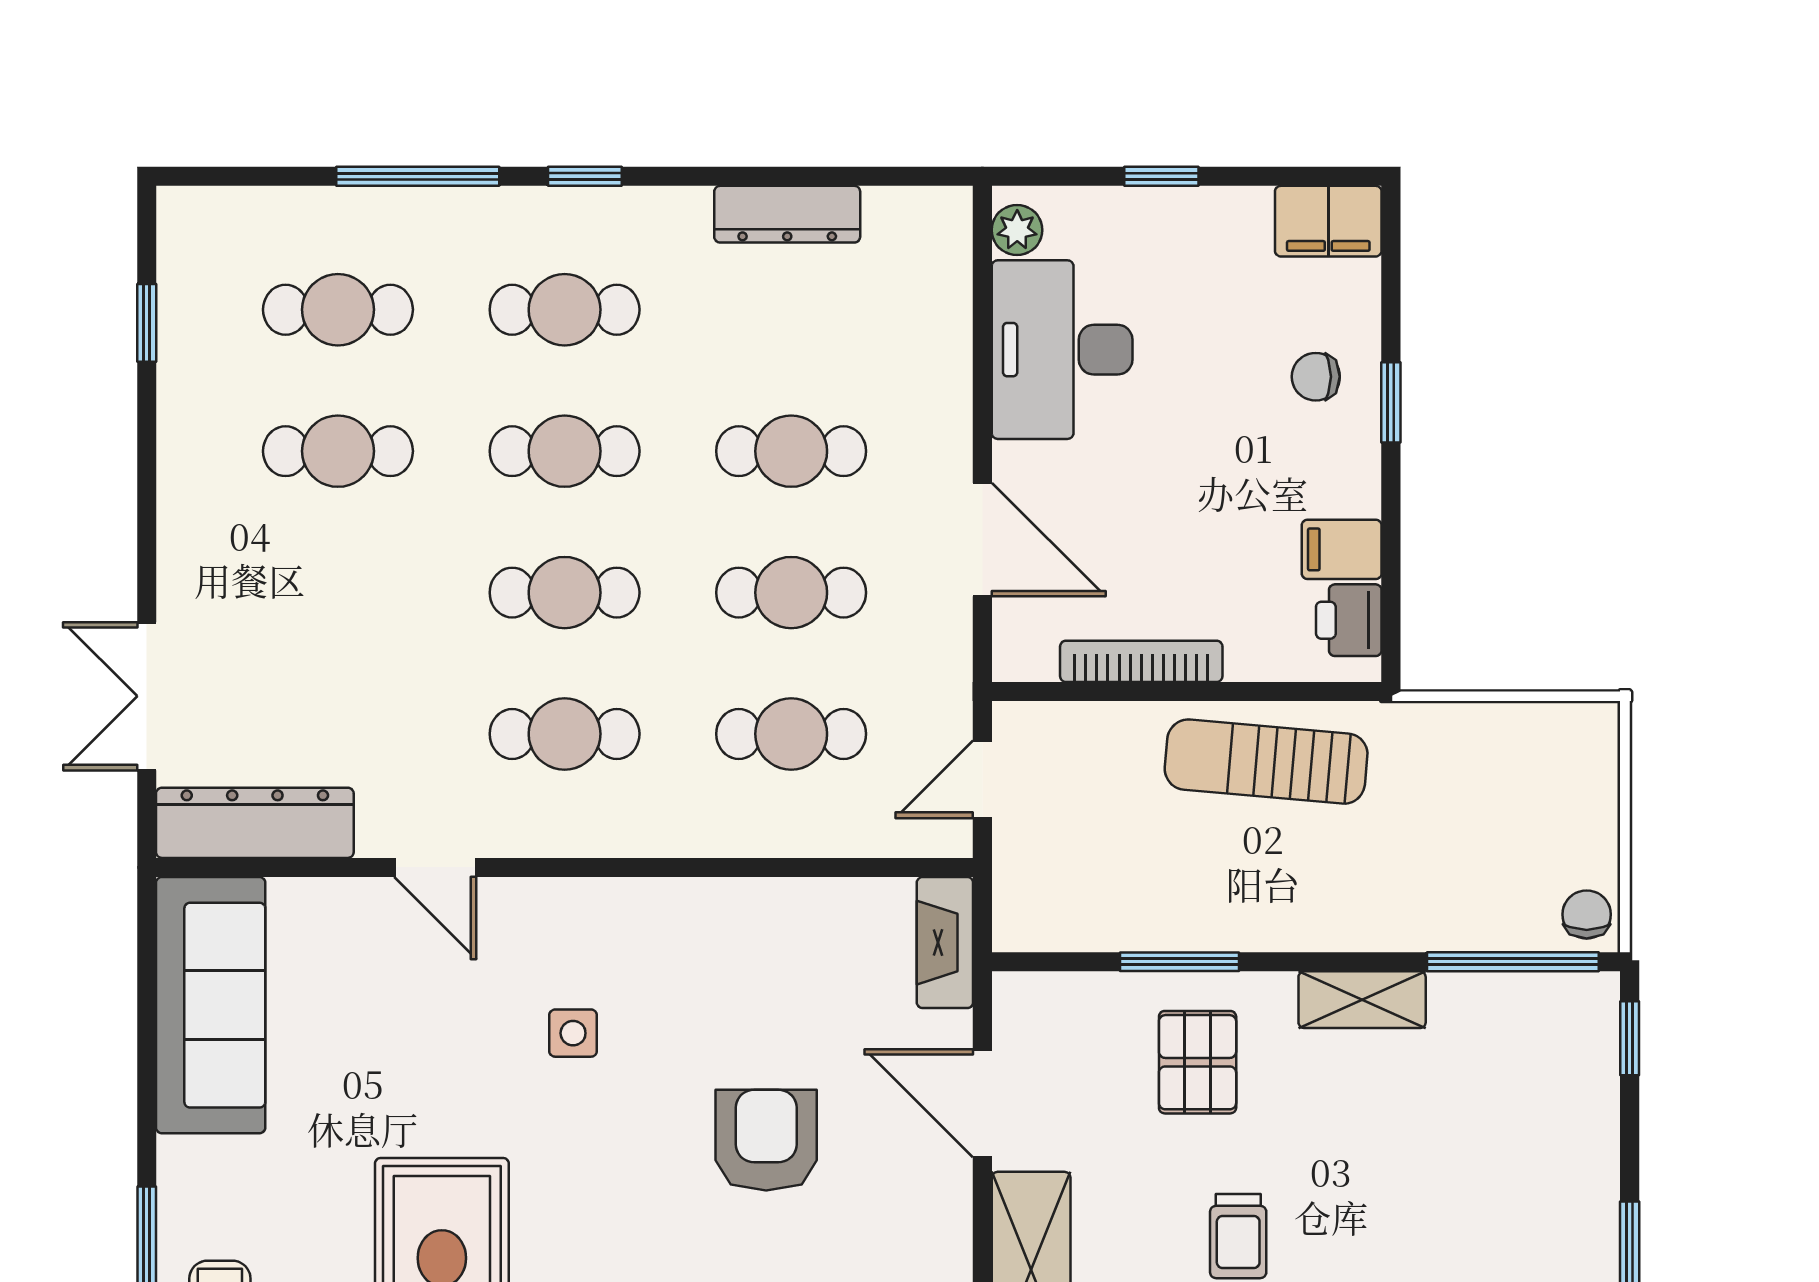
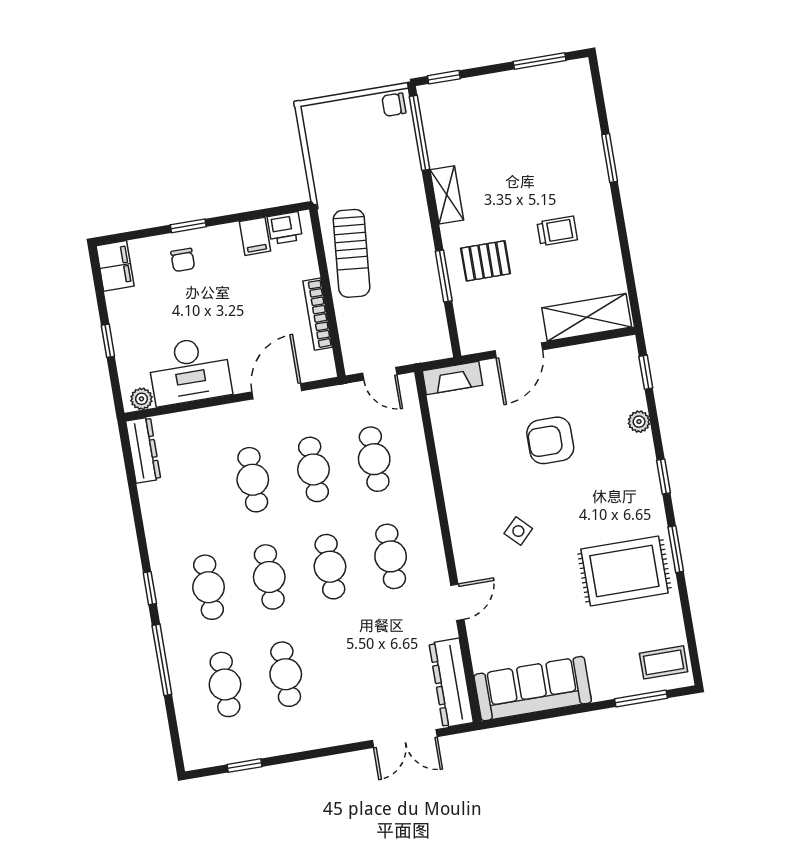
dresser: (787, 214) -> (143, 450), moved
side table: (573, 1033) -> (518, 531), turned 45

